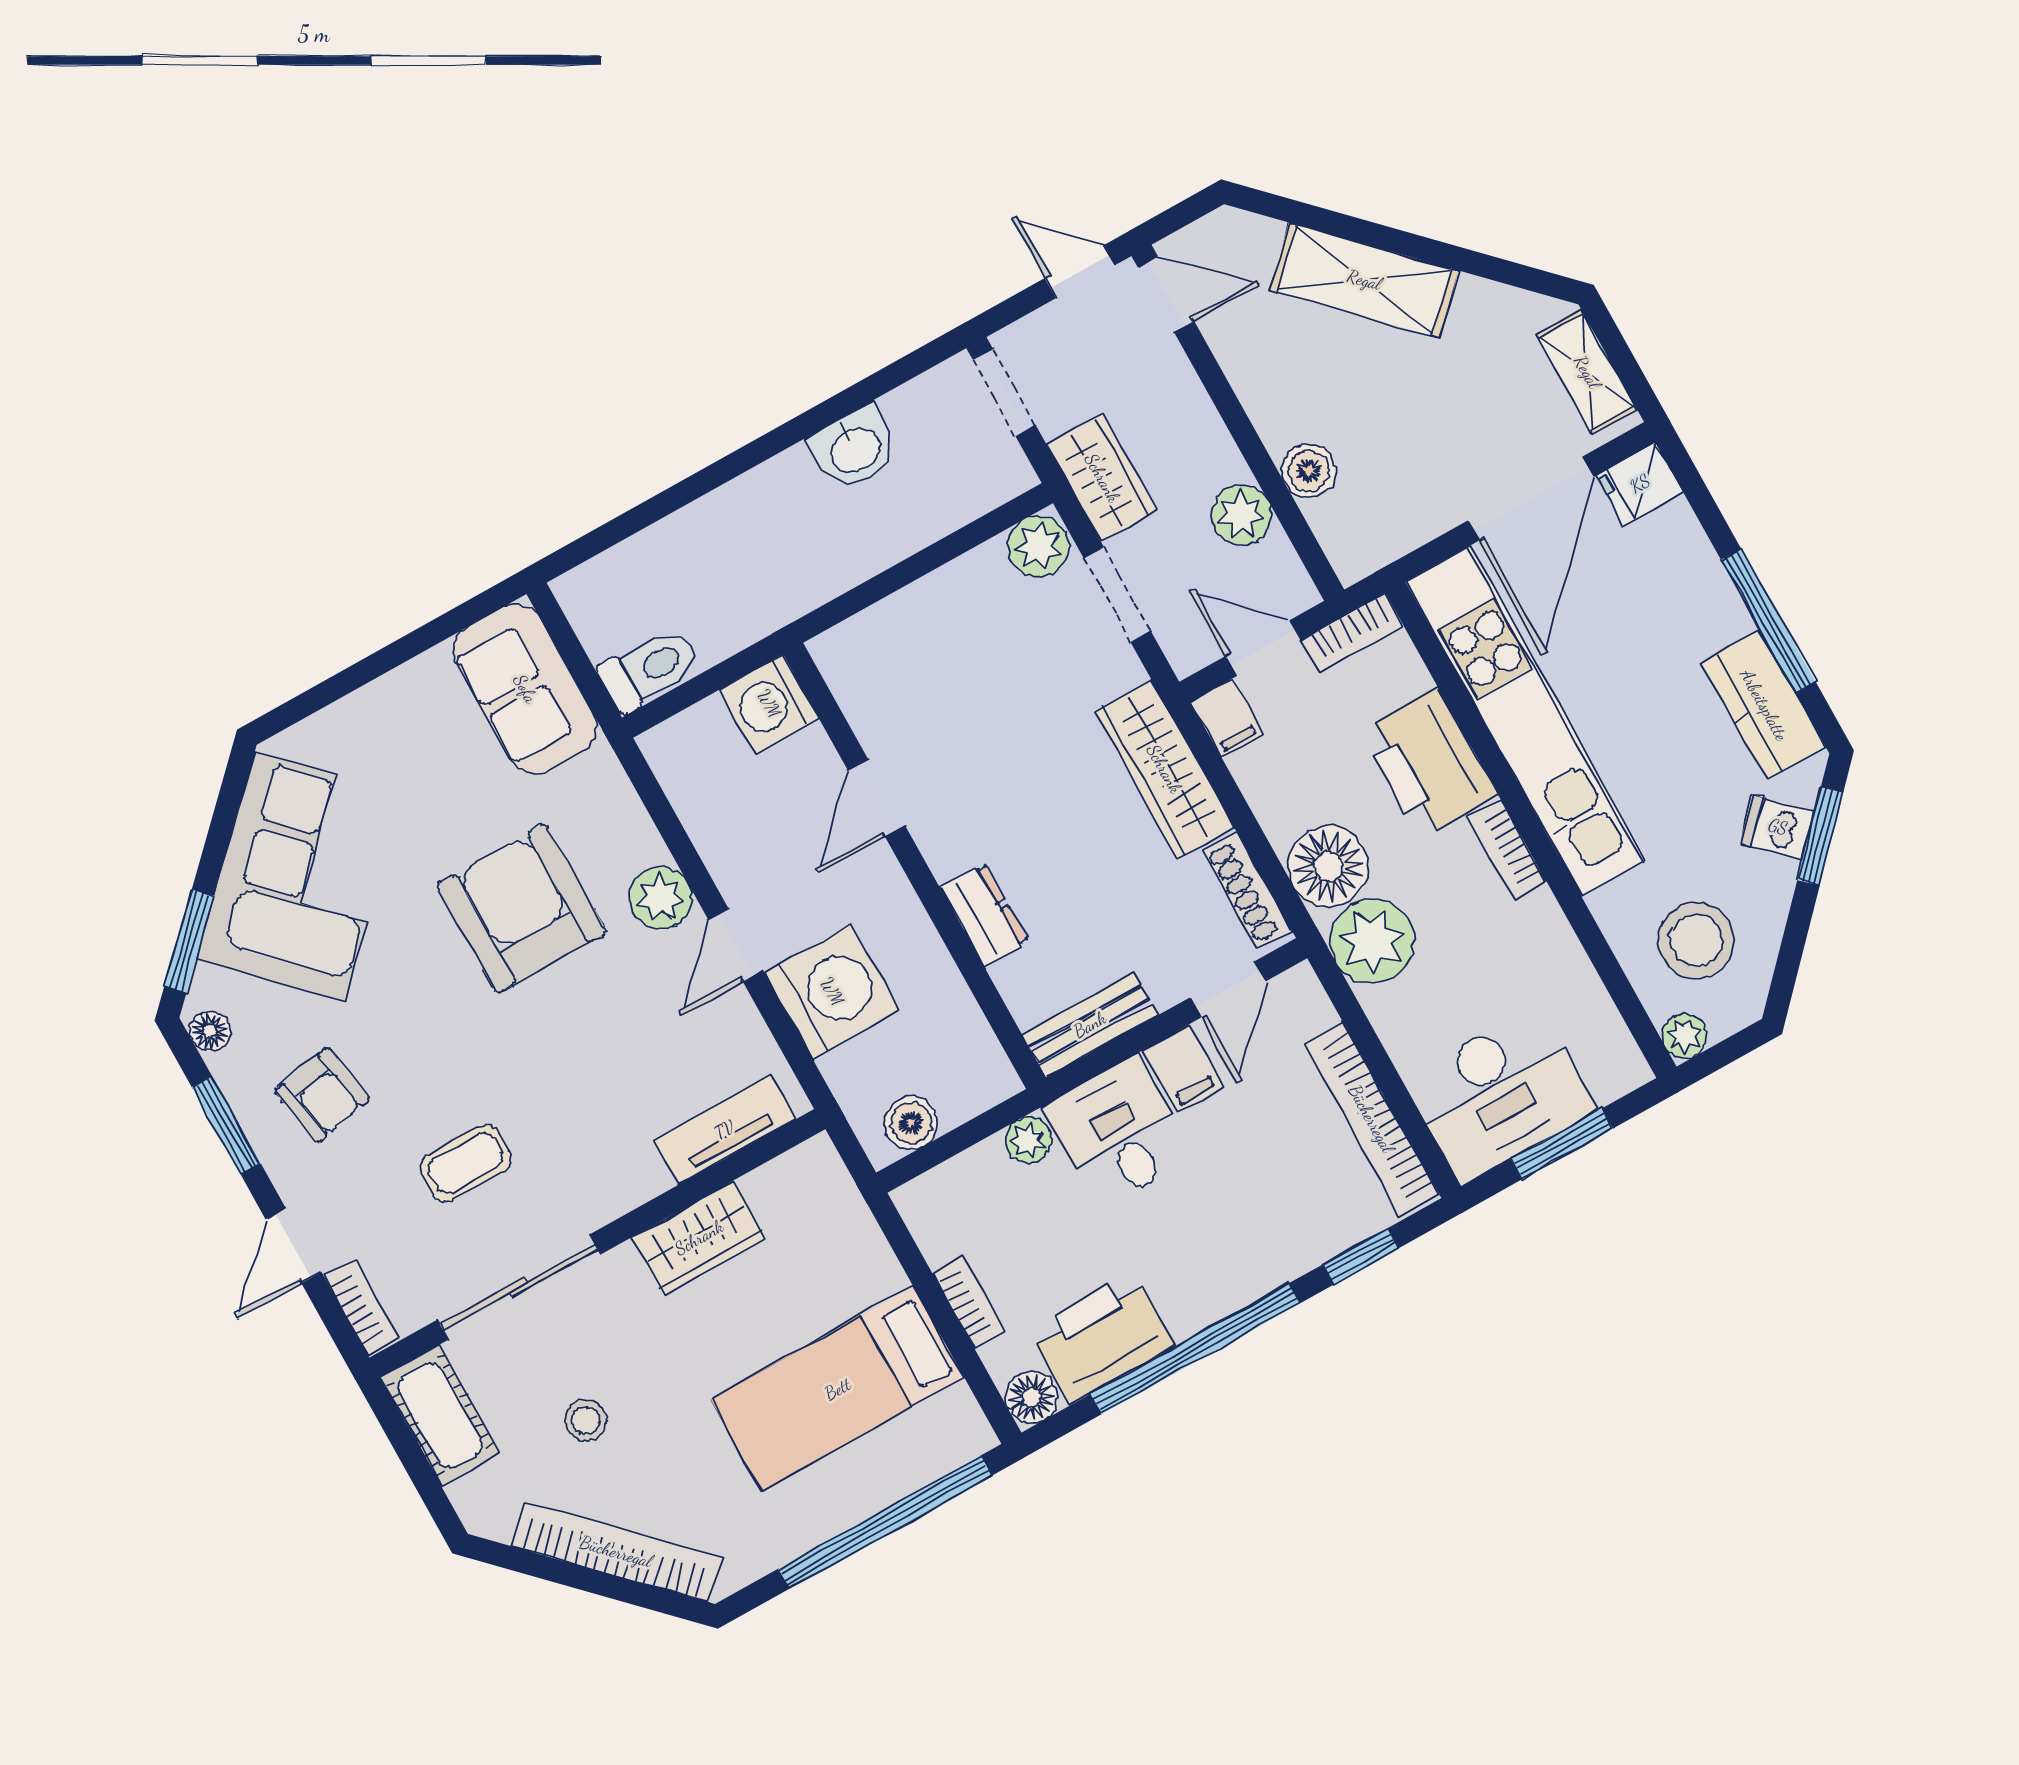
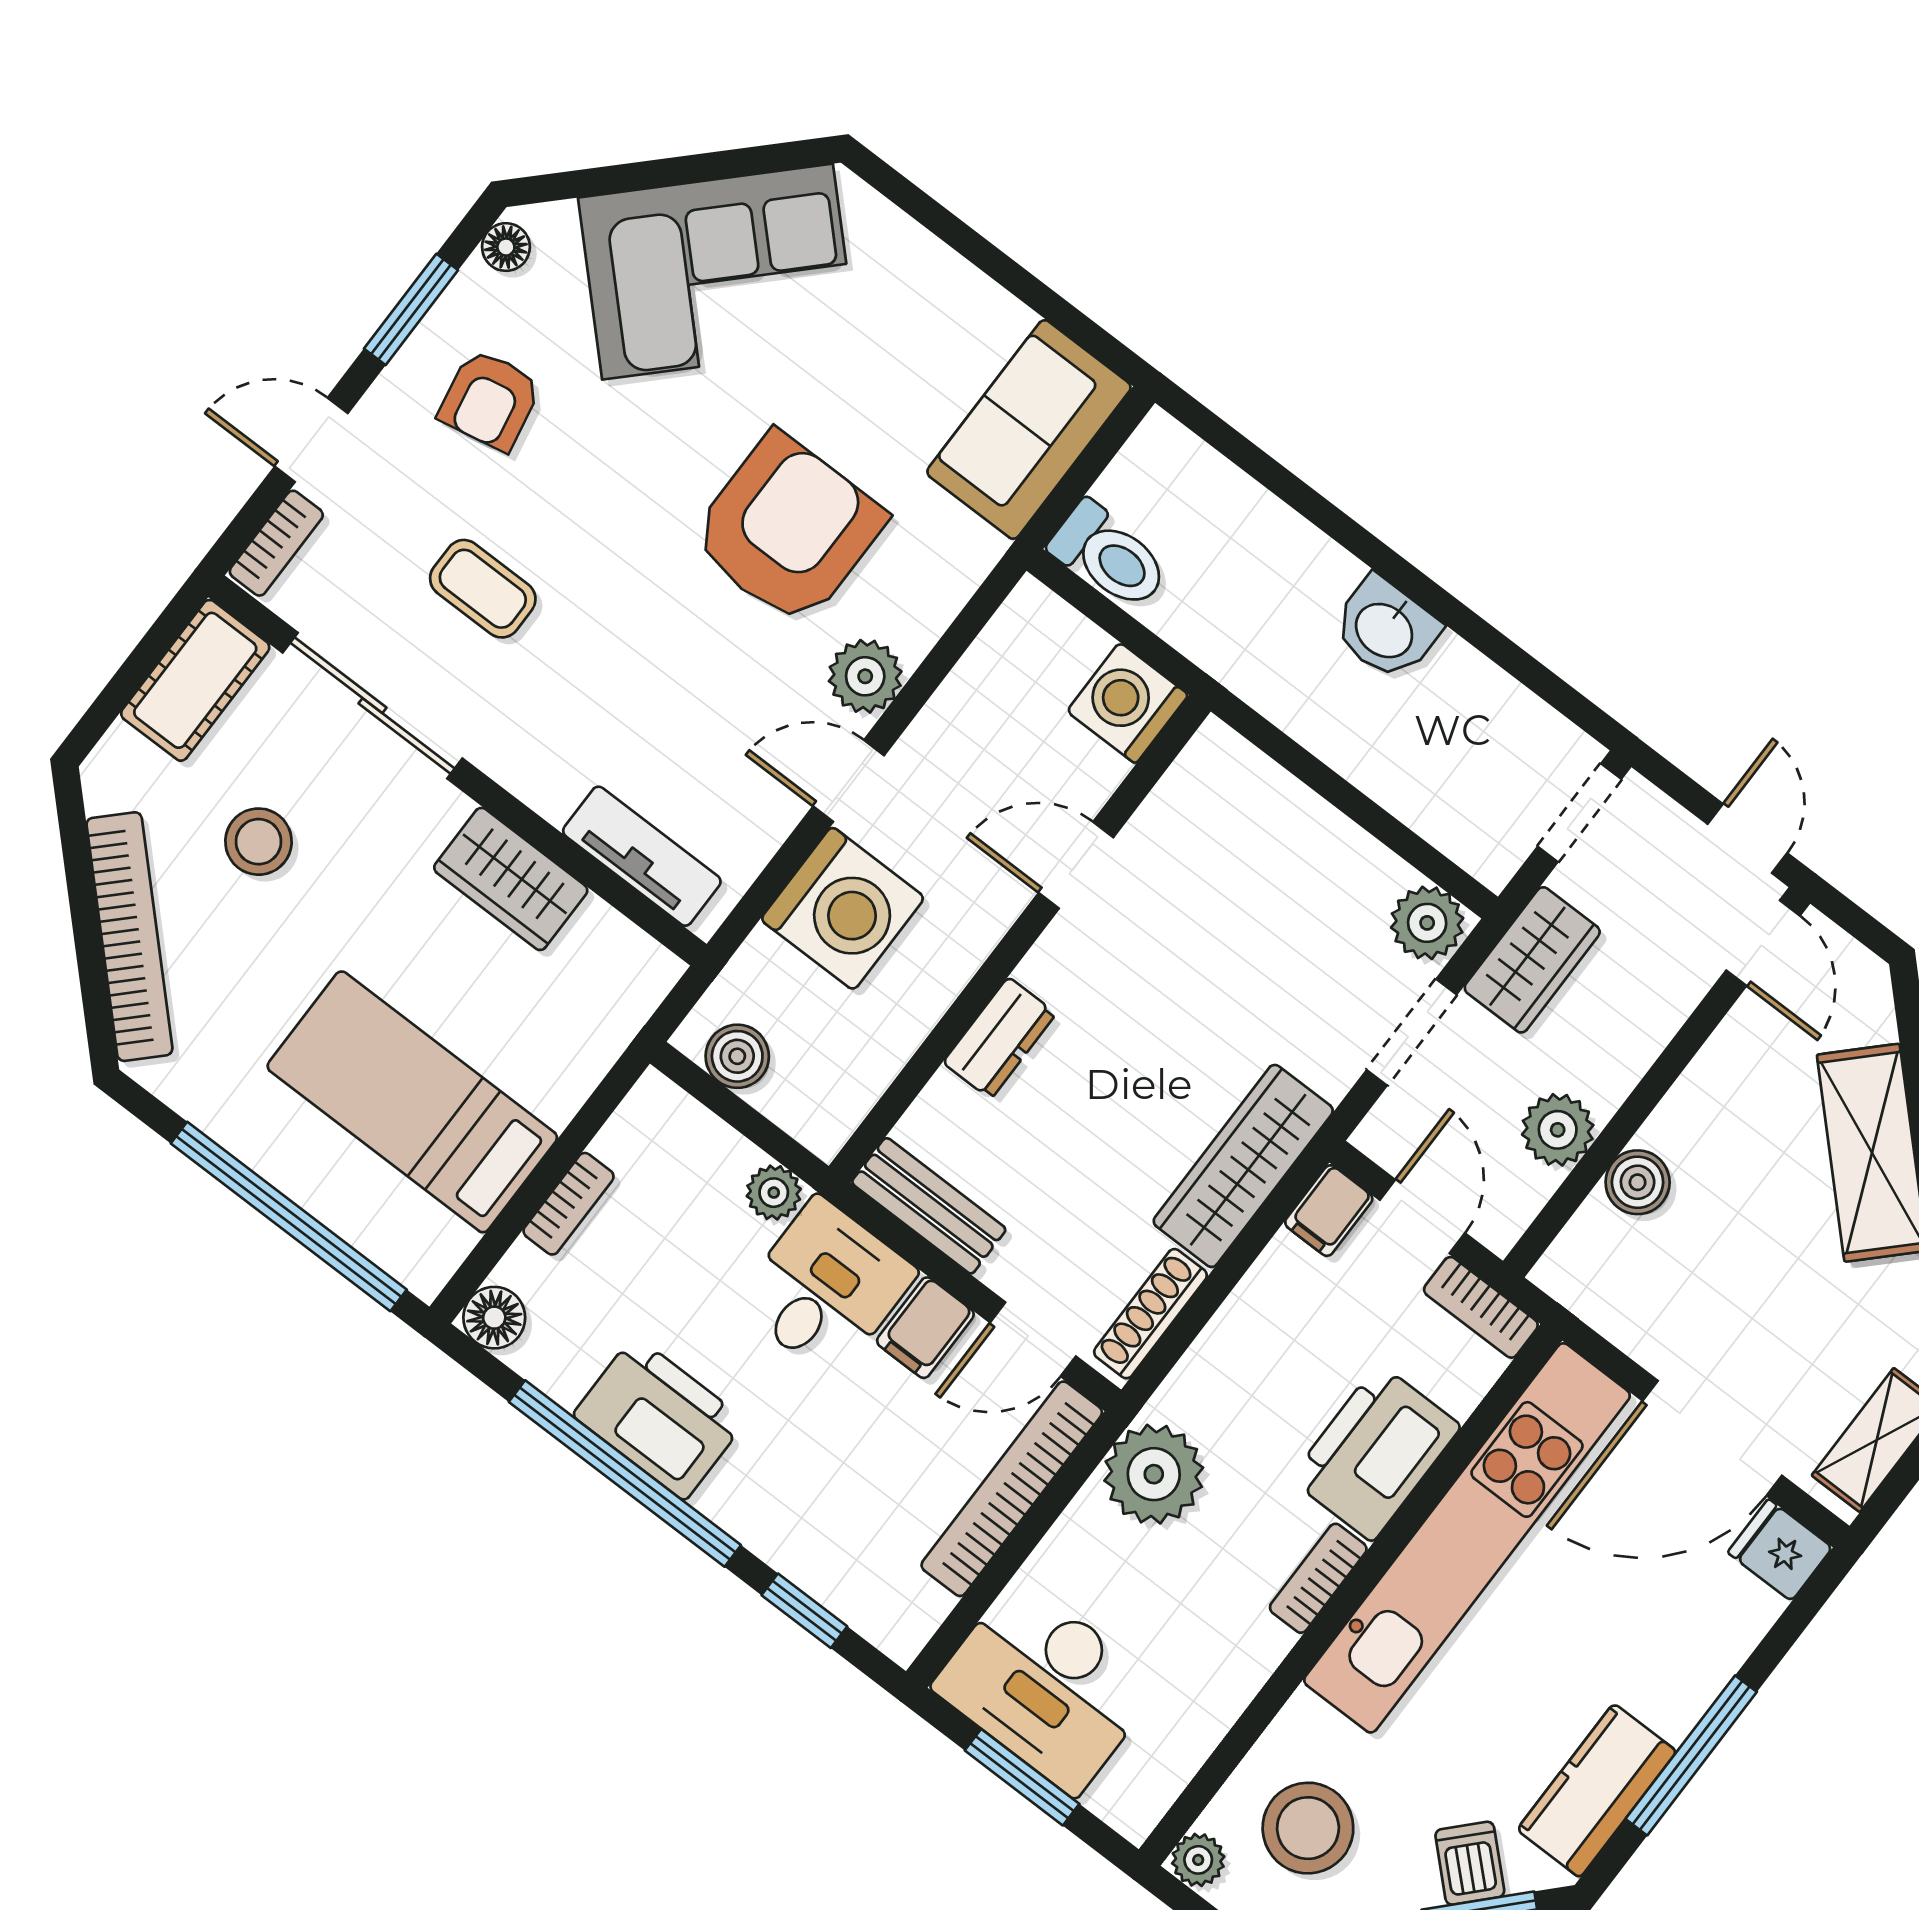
washbasin: (854, 449) -> (1386, 629), moved
floor lamp: (1328, 866) -> (1215, 1391), removed
window: (189, 941) -> (595, 182), removed
bookcase: (1371, 1119) -> (1012, 1489), moved
printer: (1102, 1338) -> (659, 1418), moved
stool: (586, 1420) -> (258, 842), width x1.37, depth x1.37

